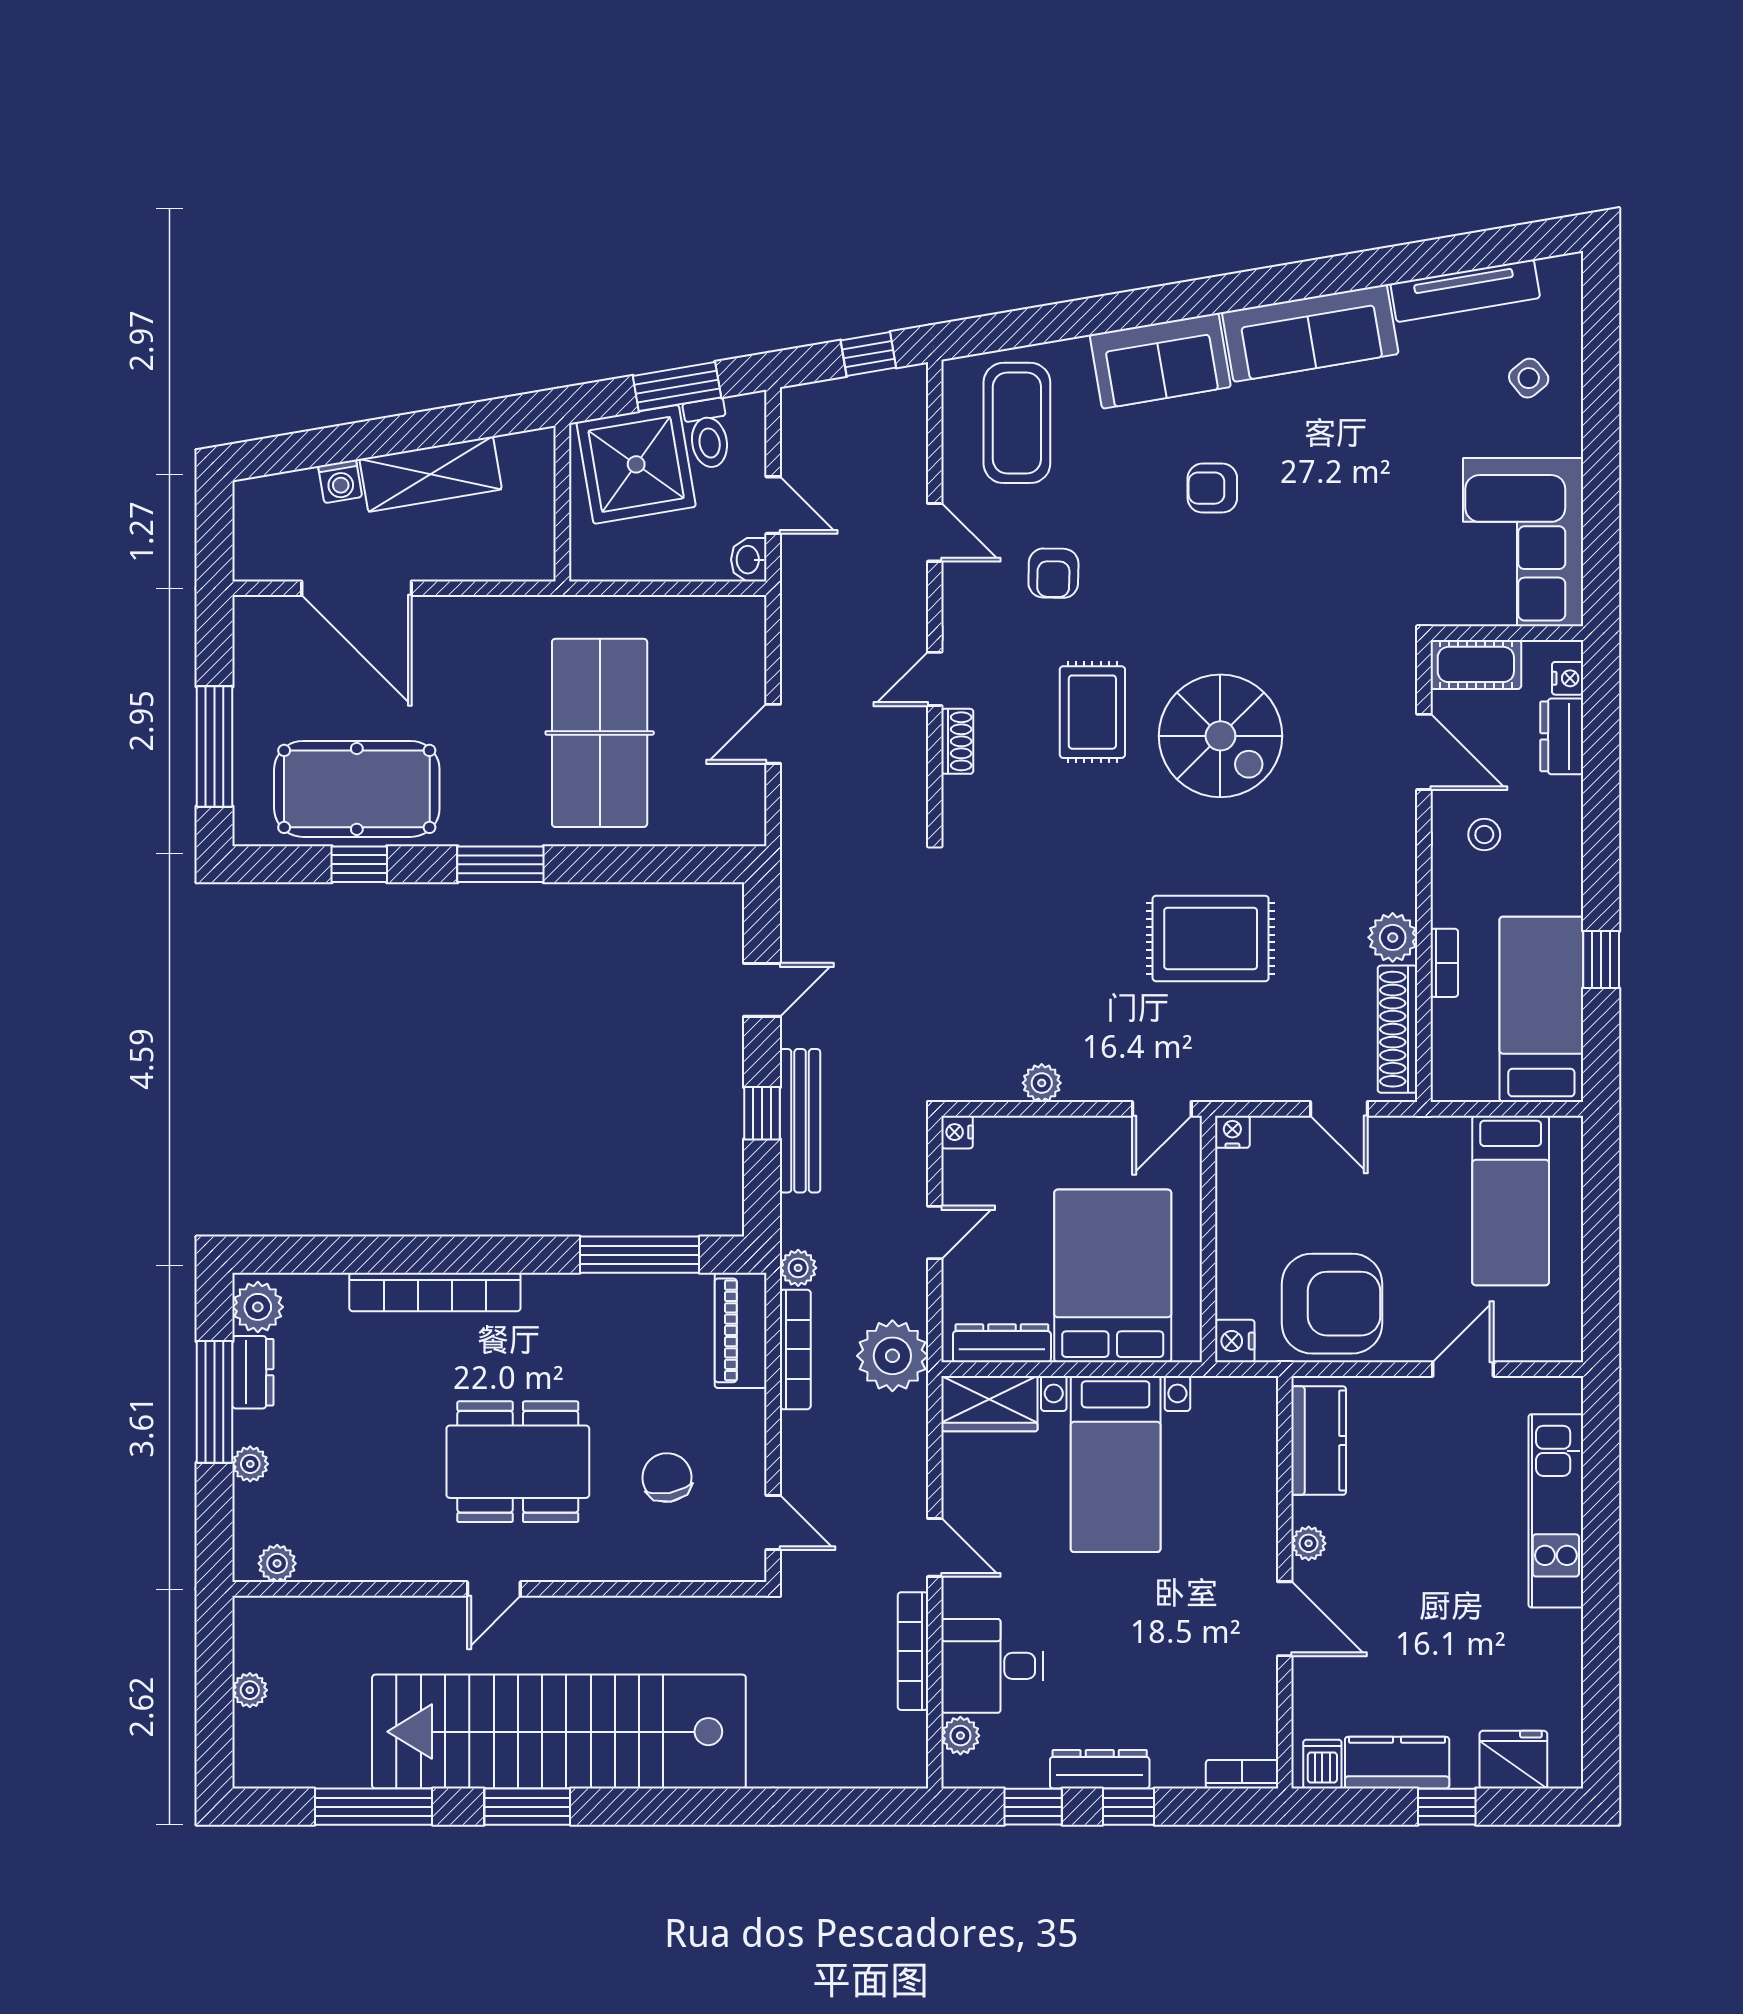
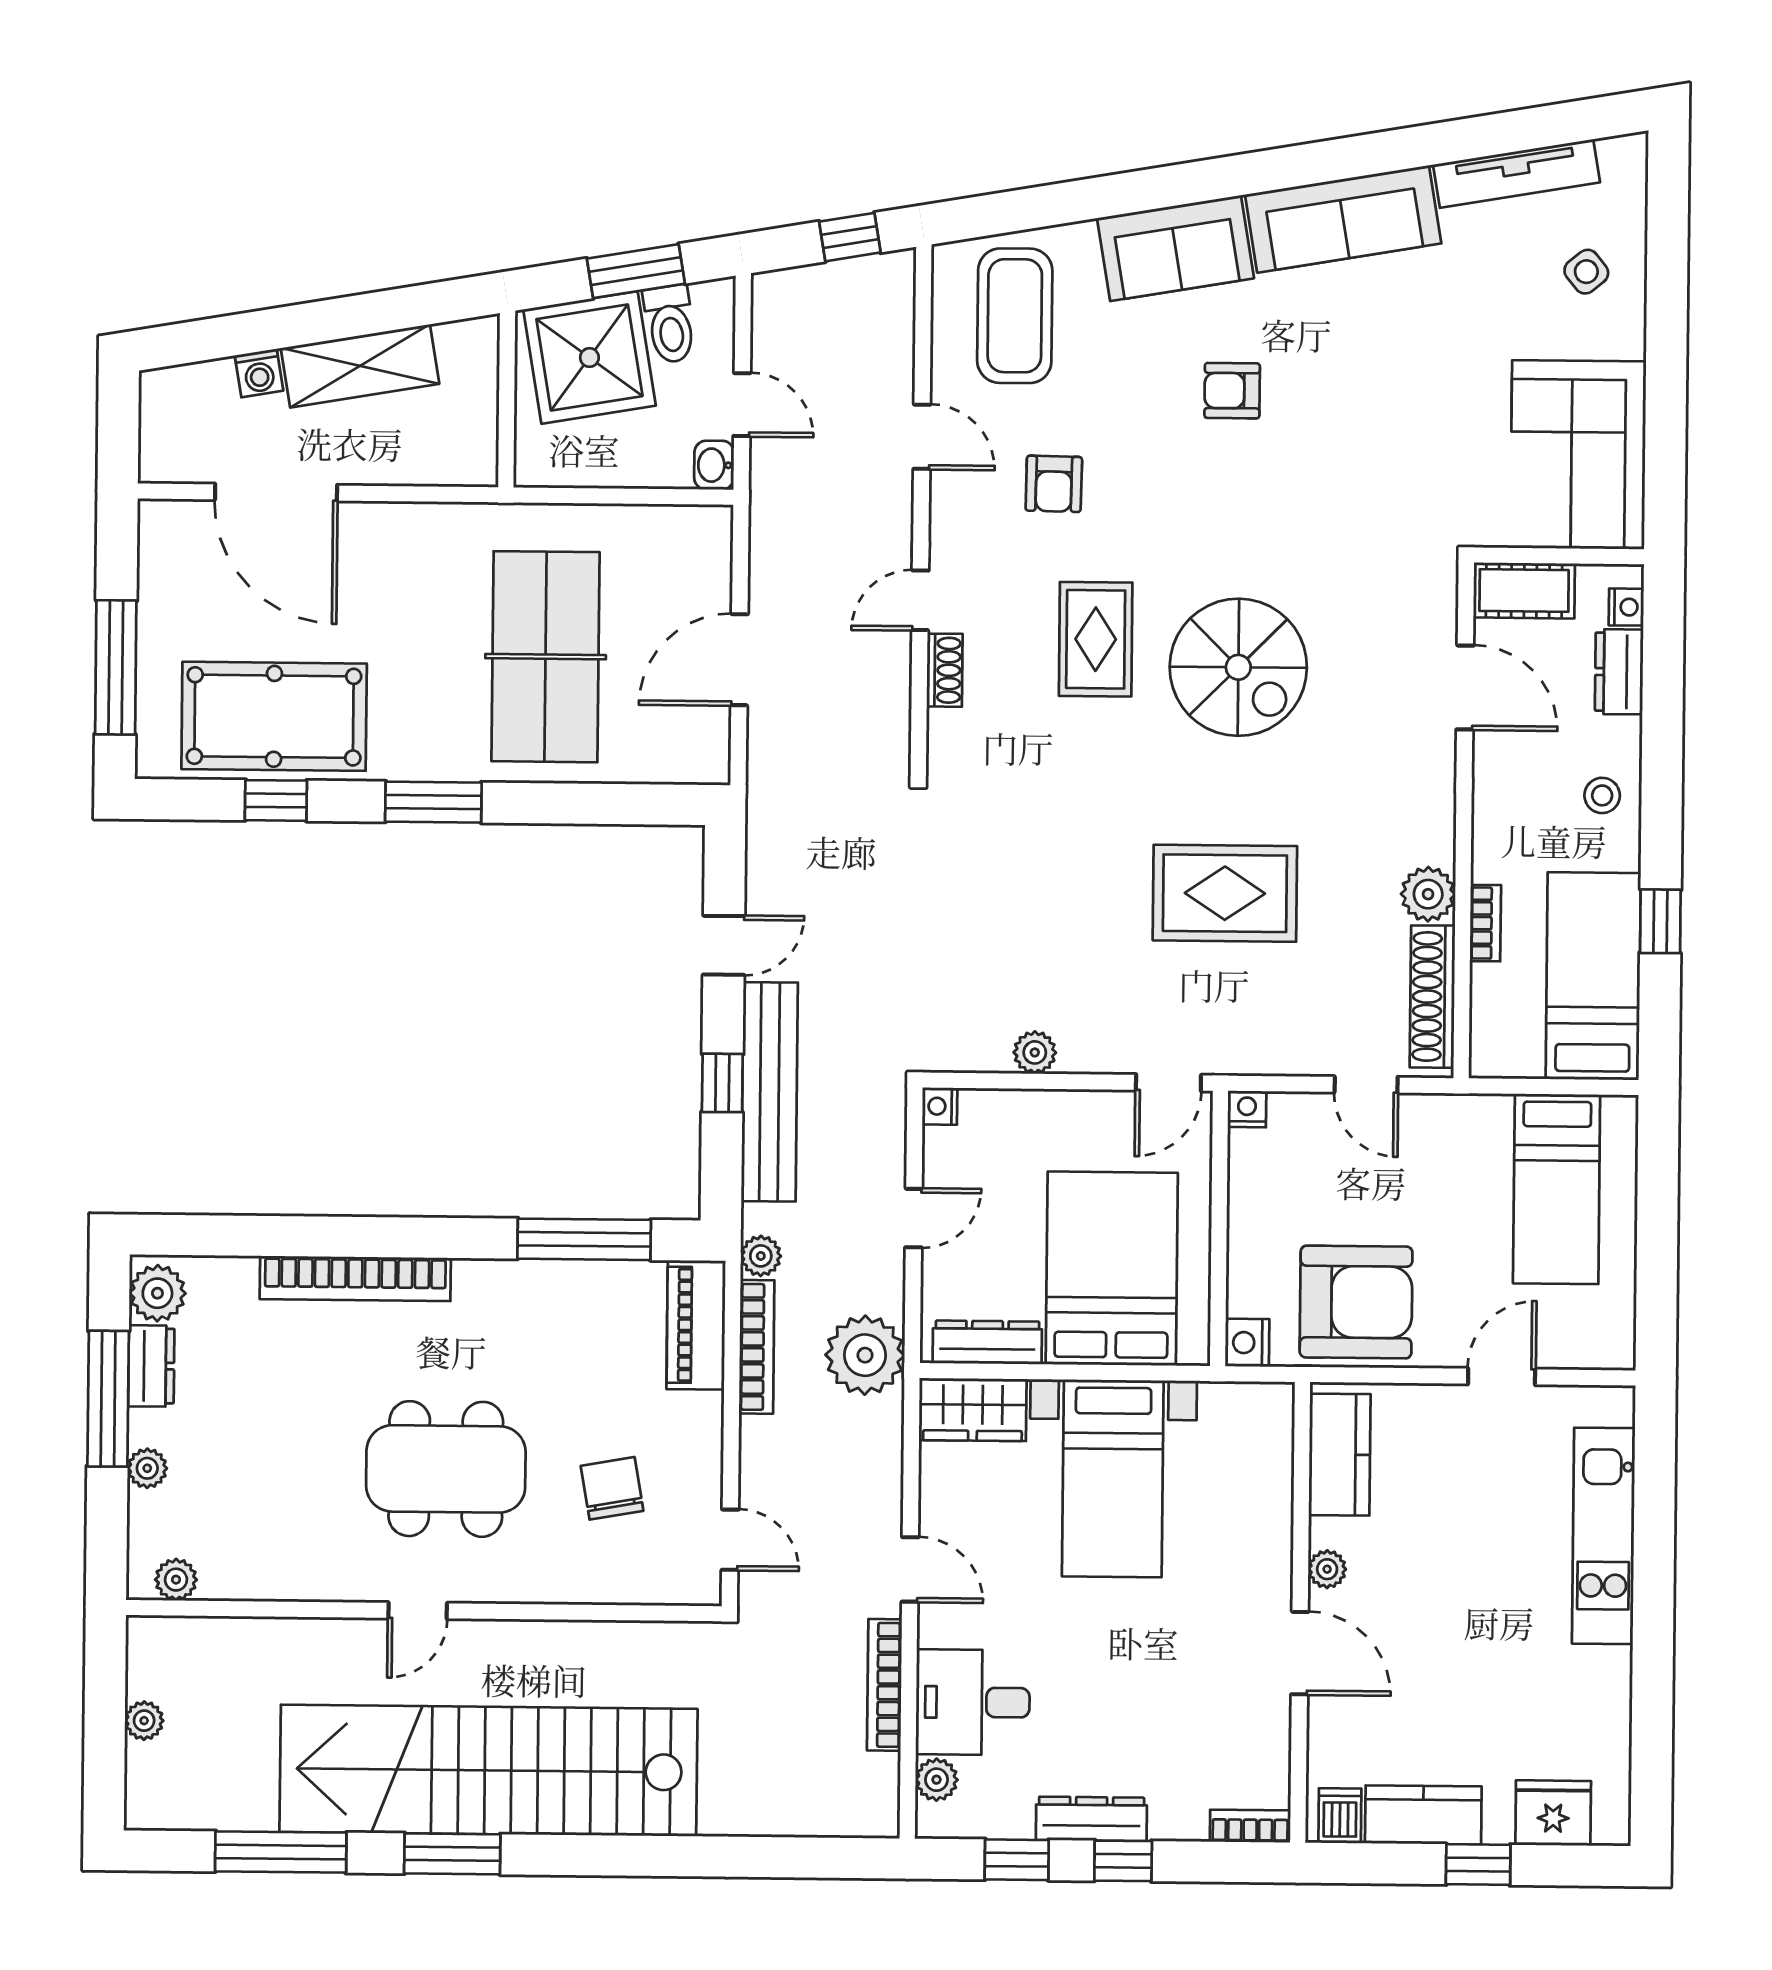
door: (773, 734) -> (739, 660), width x1.38
stool: (1484, 835) -> (1602, 795), moved
bench: (800, 1121) -> (769, 1092), width x1.37, depth x1.21

